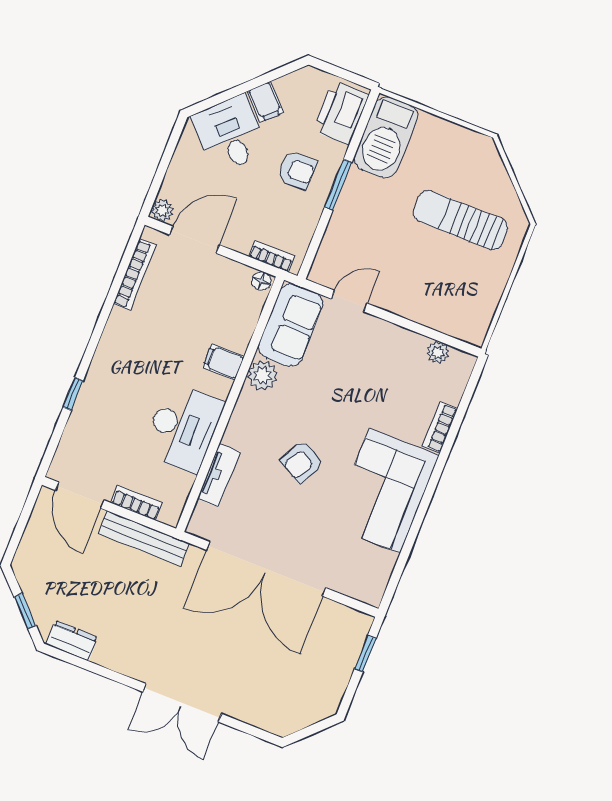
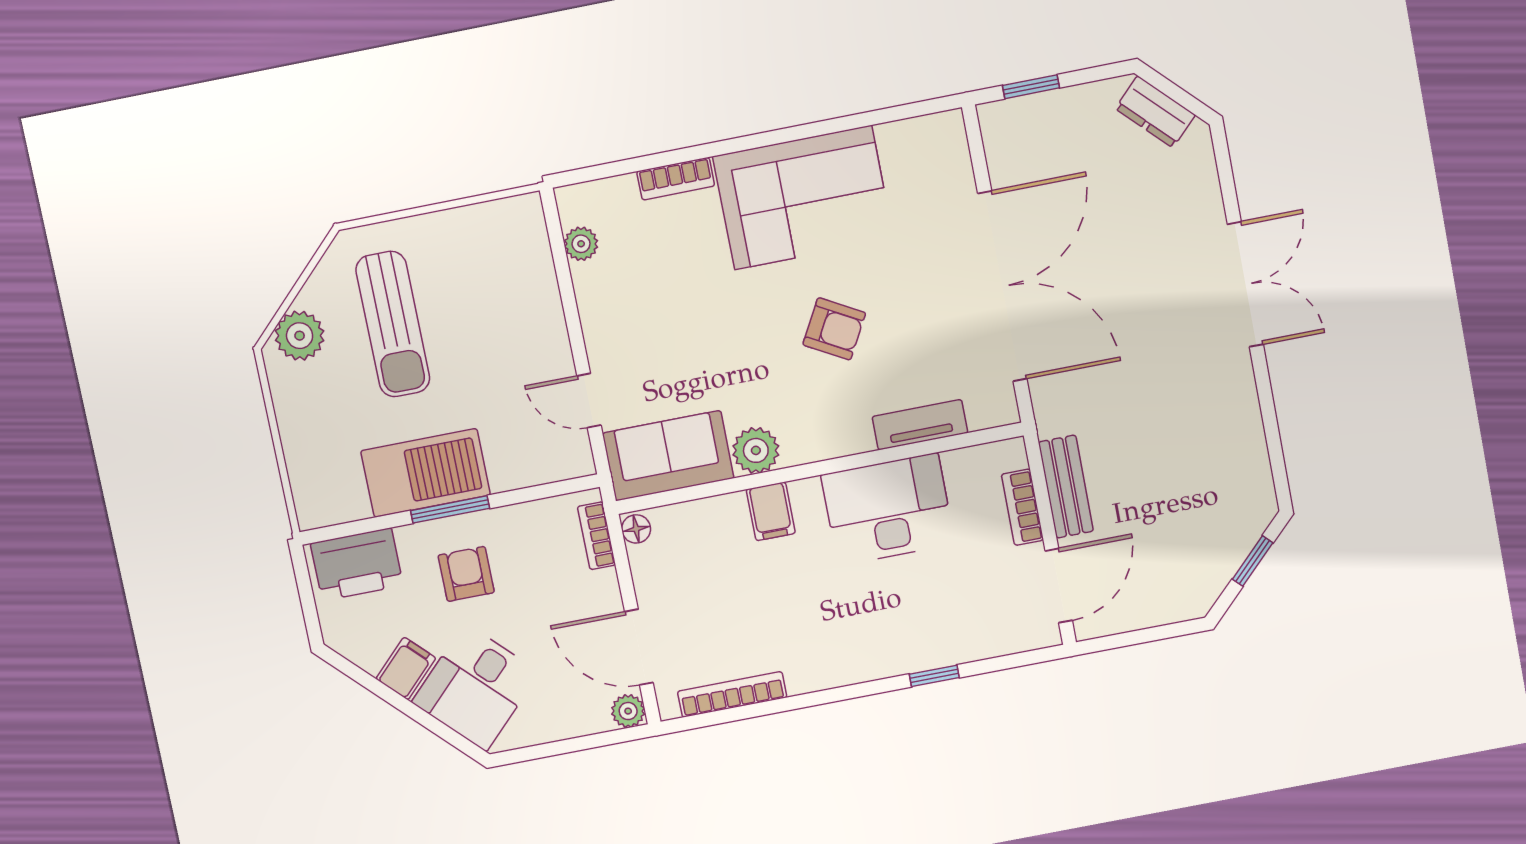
barbecue: (386, 137) -> (426, 473), moved
plant: (487, 164) -> (300, 336), added
bench: (144, 538) -> (1066, 487), width x0.73
dresser: (72, 641) -> (1155, 112), moved, turned -45

